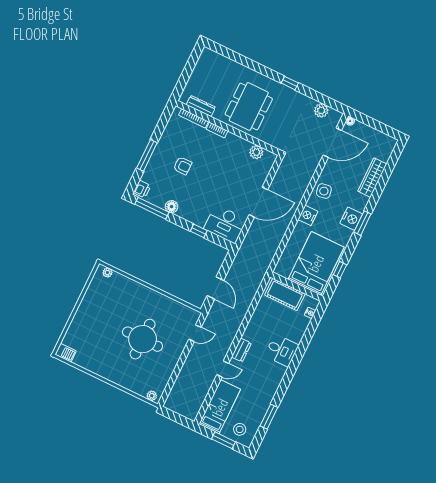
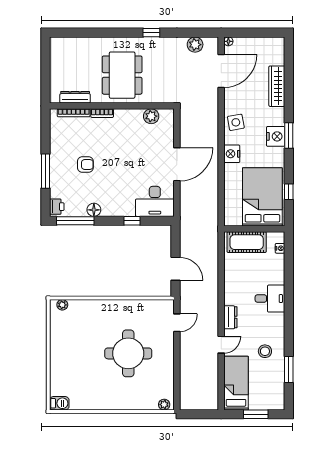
stool: (240, 429) -> (265, 351), moved

